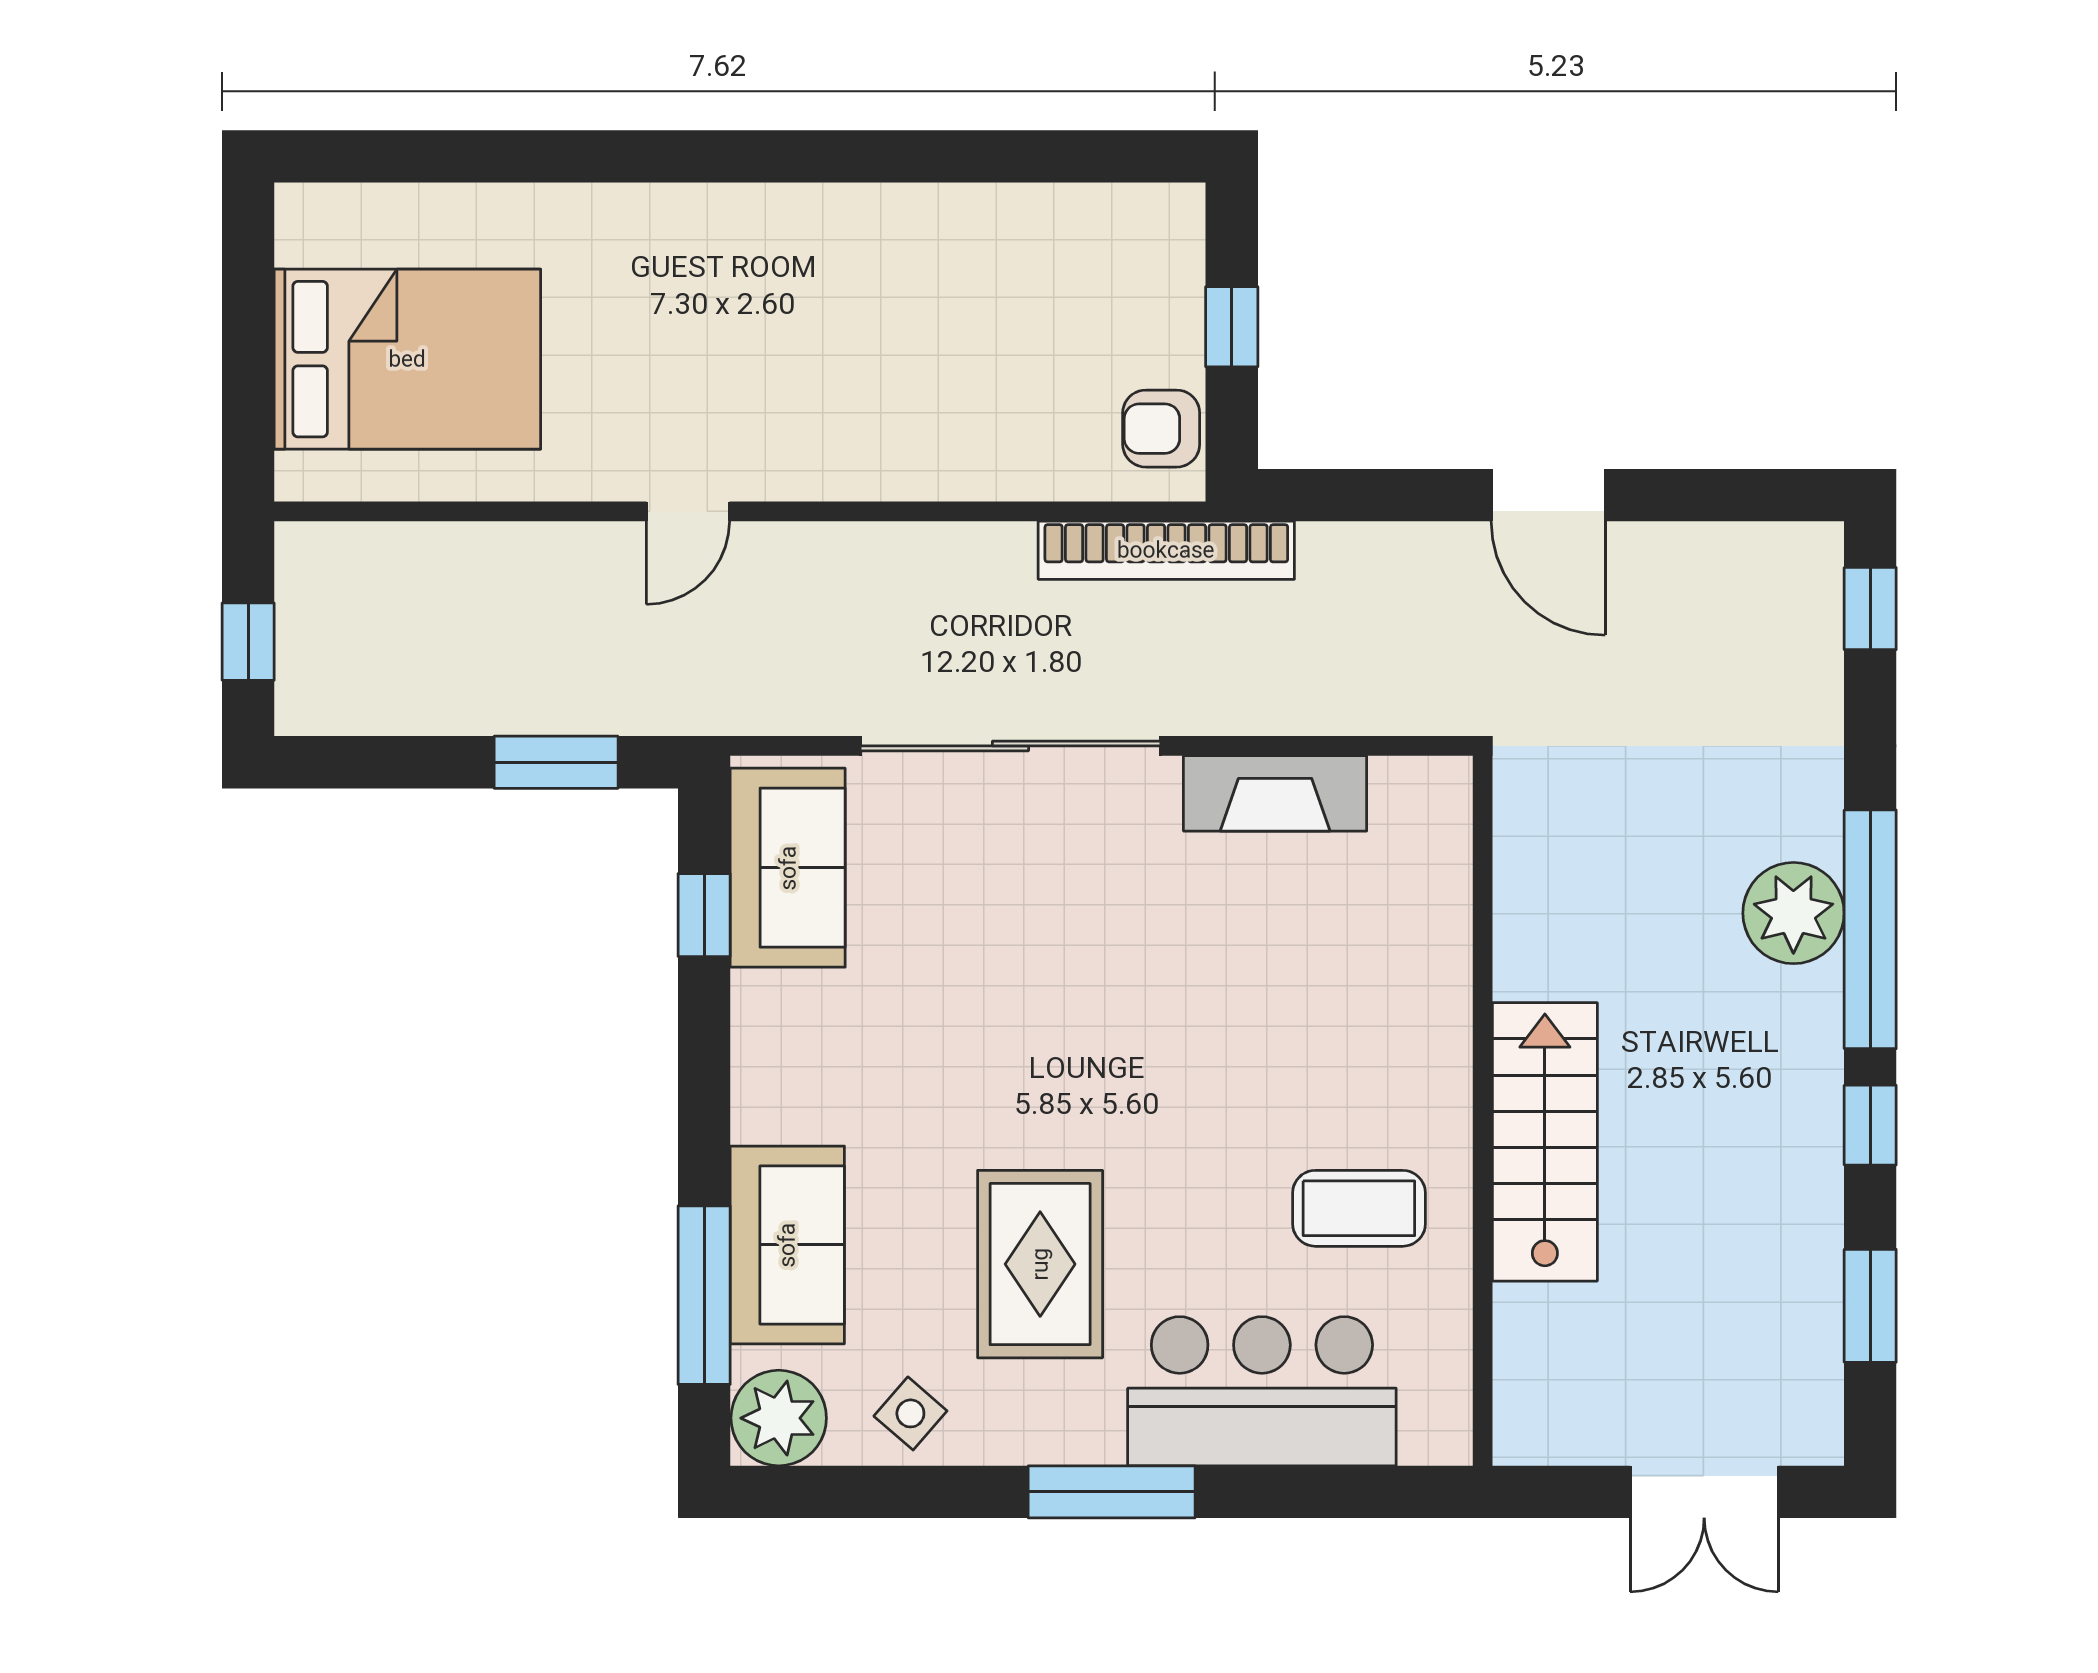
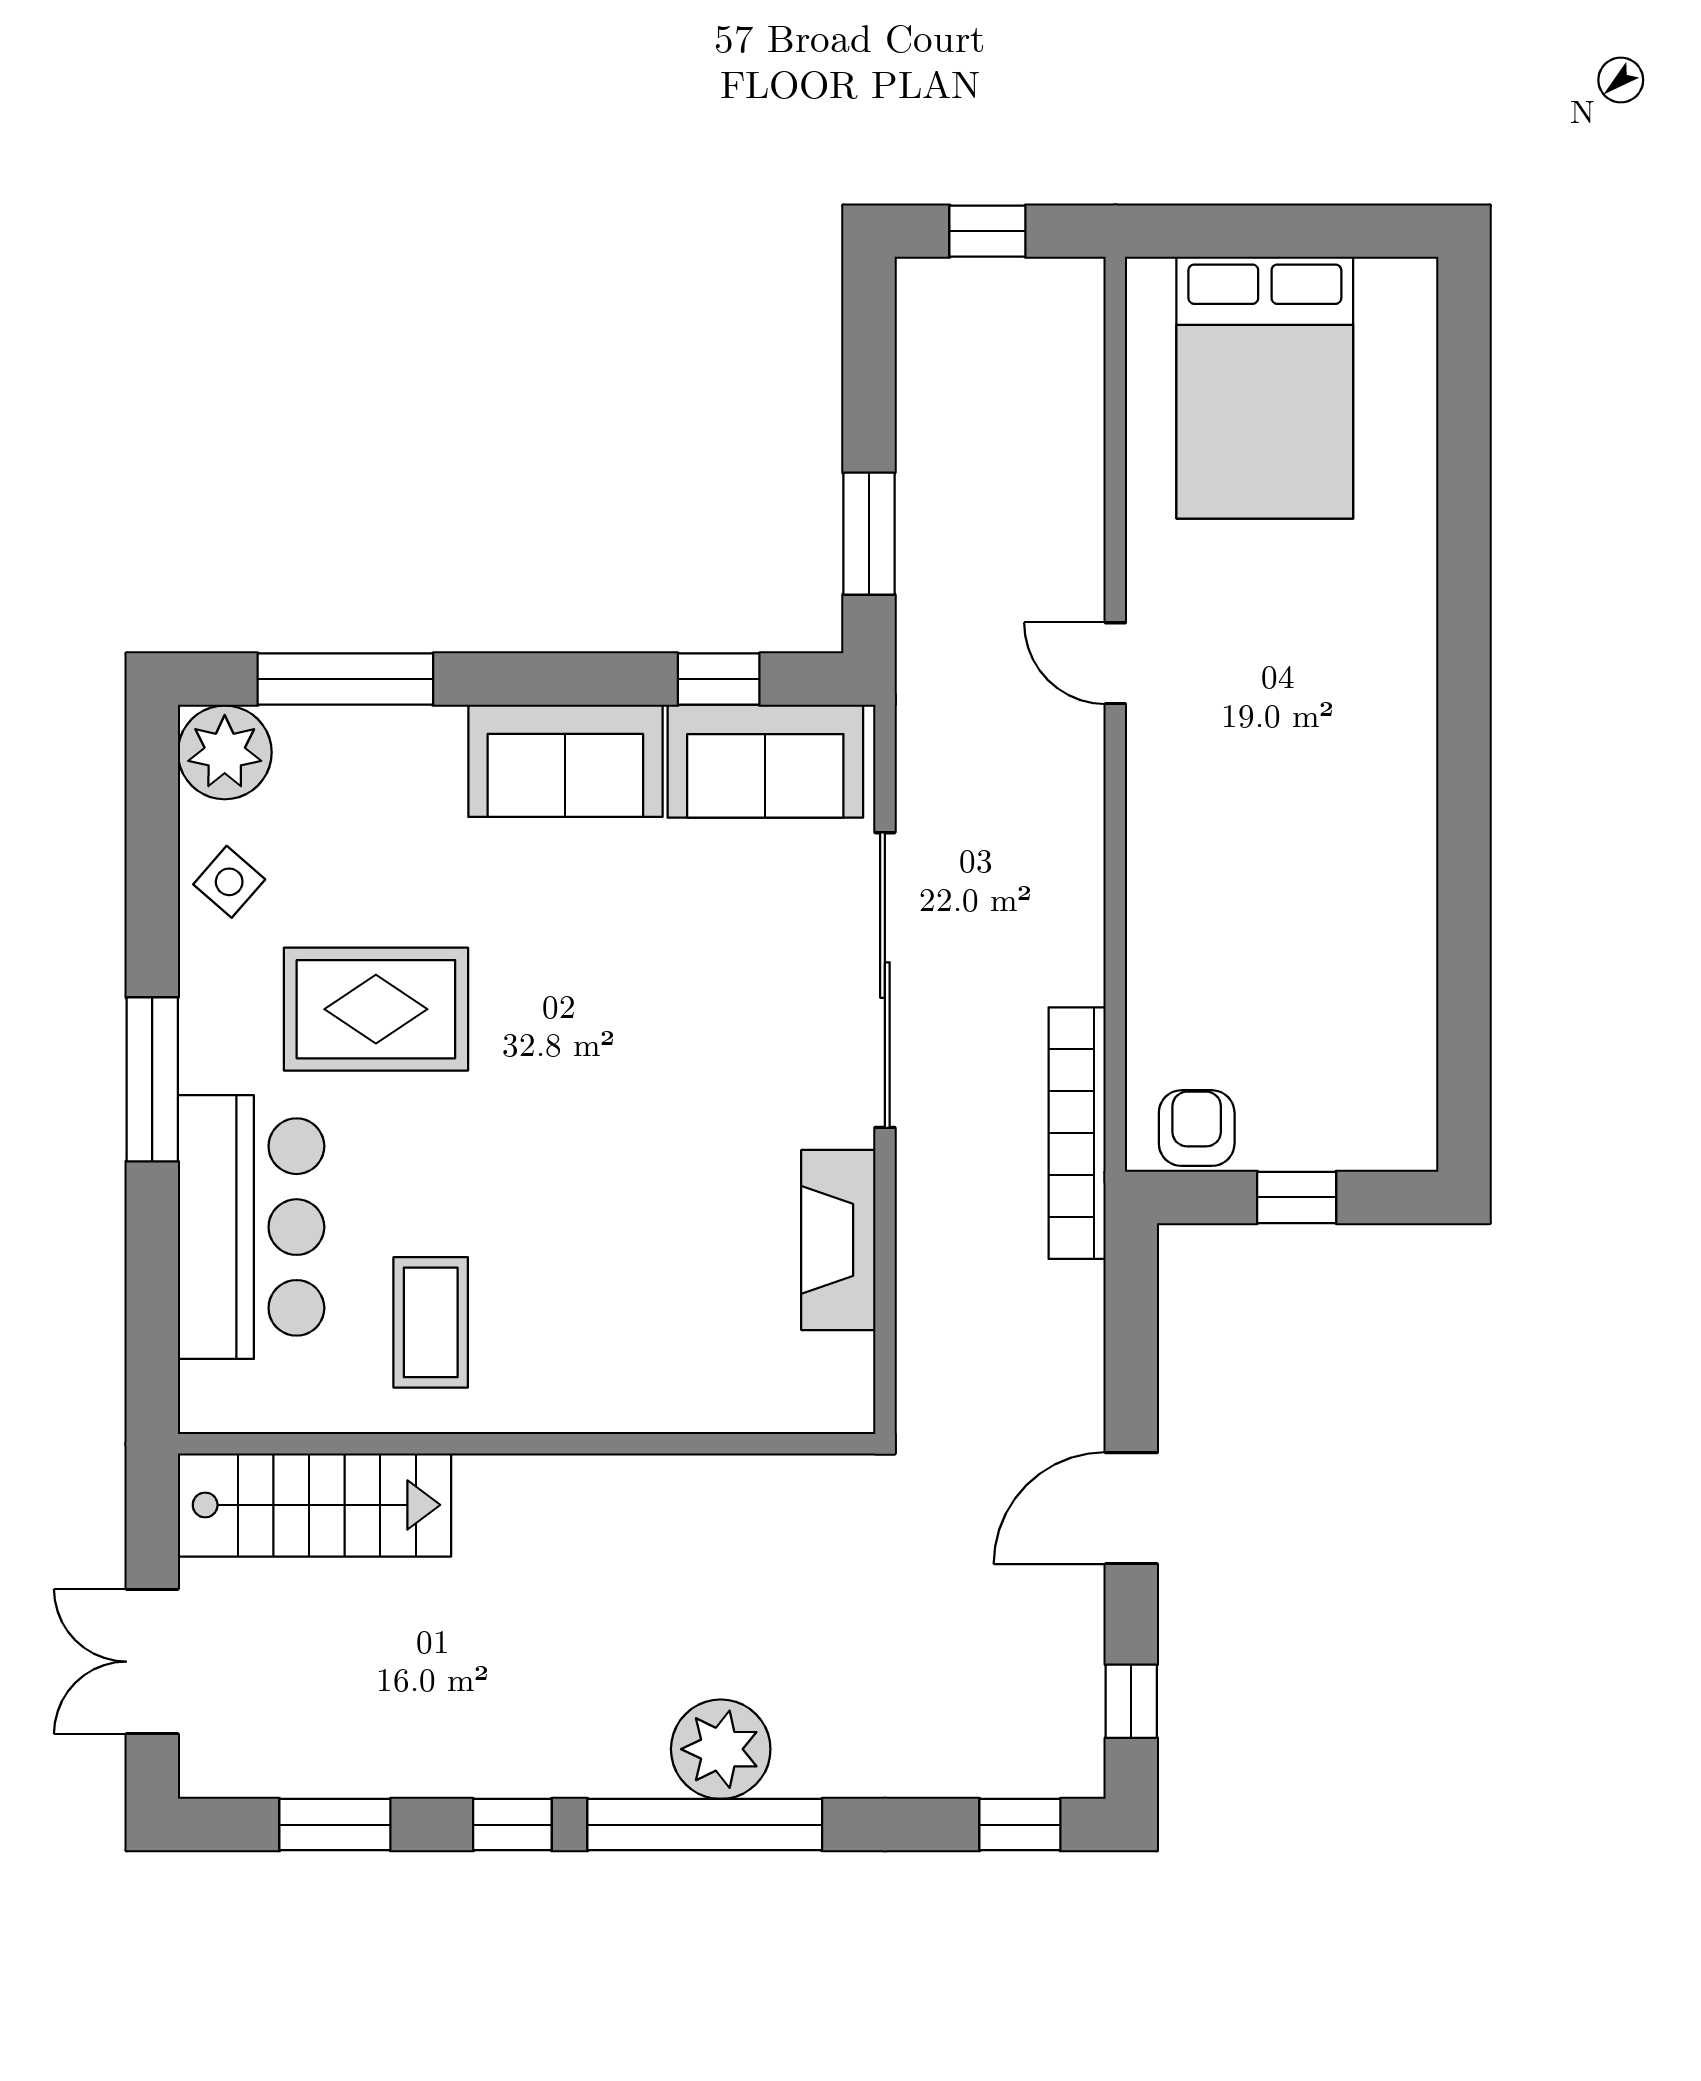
window: (1745, 495) -> (1131, 1701), added
stairs: (1545, 1142) -> (315, 1505), moved
sofa: (787, 1245) -> (565, 761), moved

